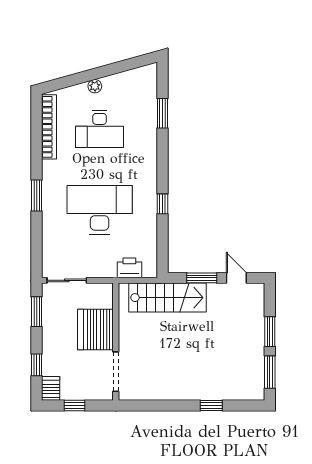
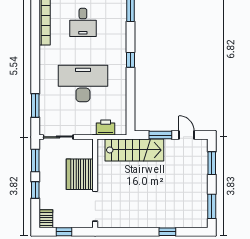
desk: (100, 129) -> (83, 22), width x0.73
window: (37, 196) -> (35, 105), moved
window: (163, 204) -> (131, 60), moved
window: (270, 332) -> (212, 163), moved
window: (37, 365) -> (35, 190), moved

